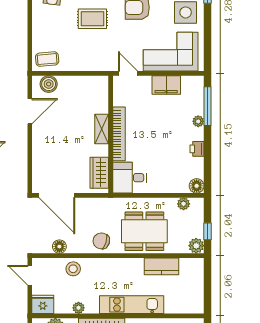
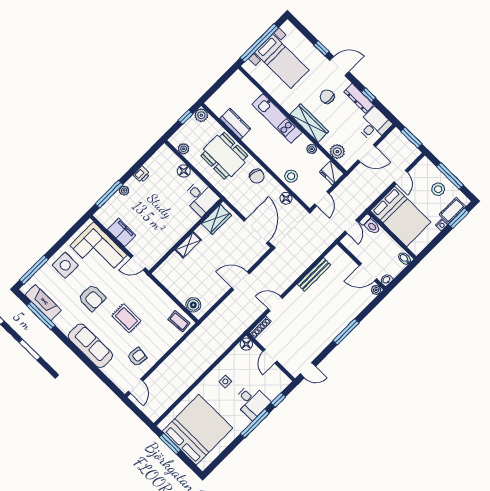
door: (128, 73) -> (138, 263), hinge flipped
door: (30, 111) -> (240, 281), moved
bookcase: (119, 134) -> (181, 231), removed
floor lamp: (197, 186) -> (184, 171), moved

